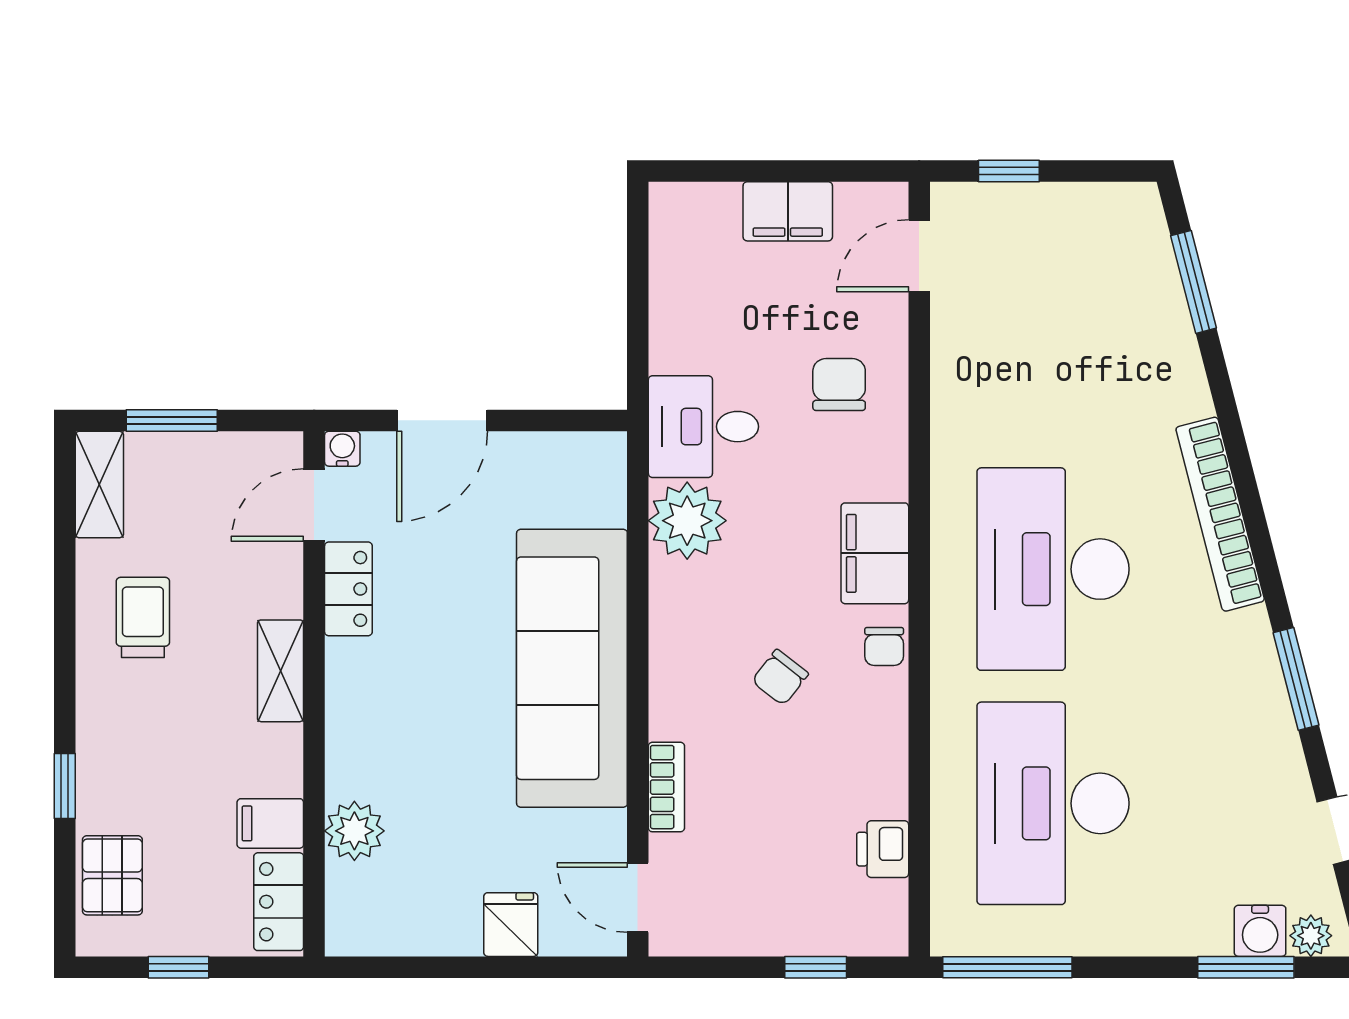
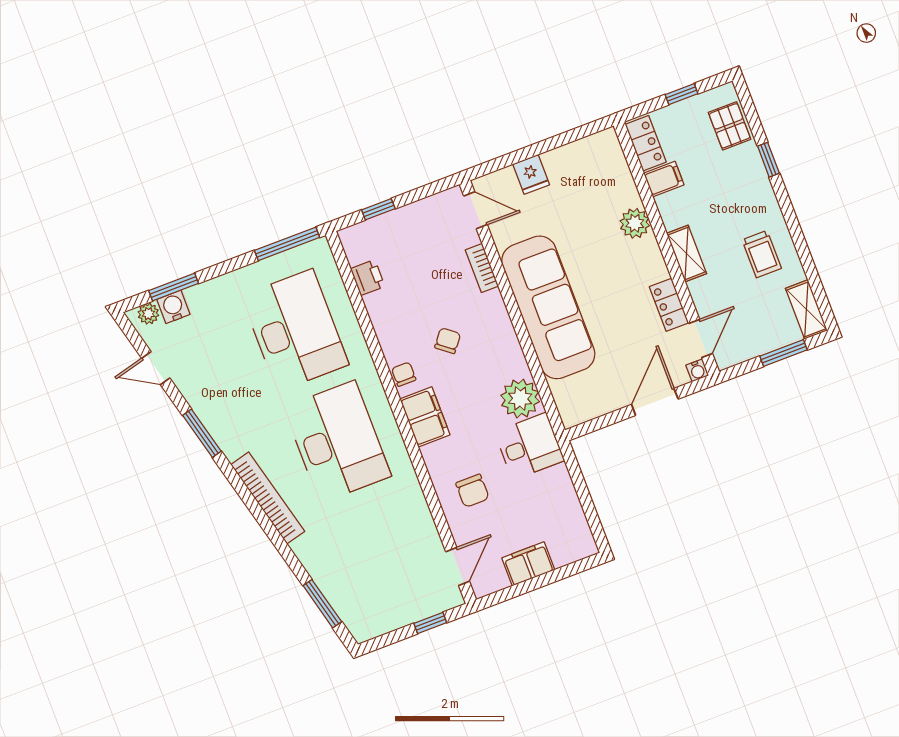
plant: (354, 831) -> (635, 223), moved

